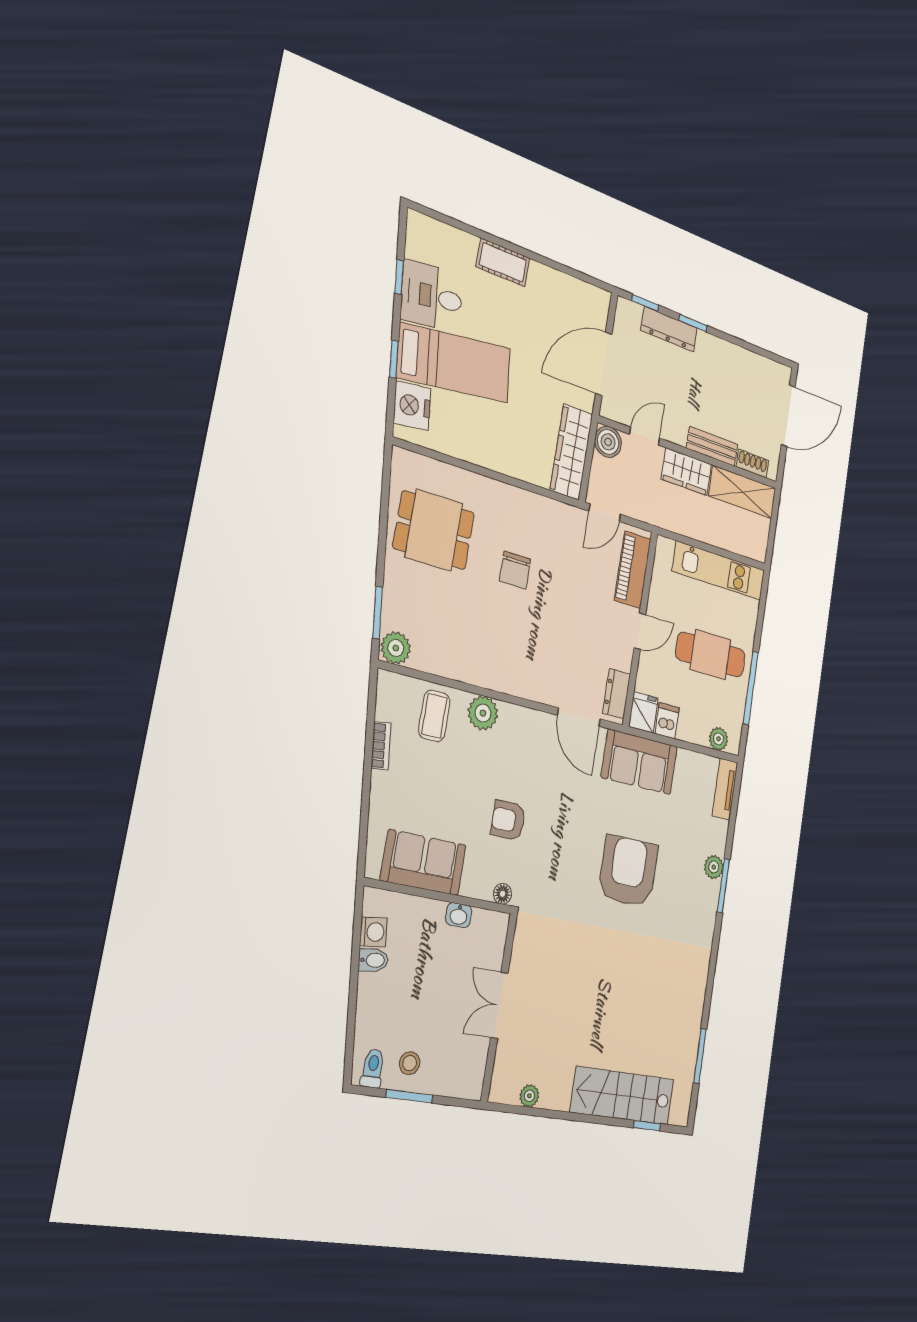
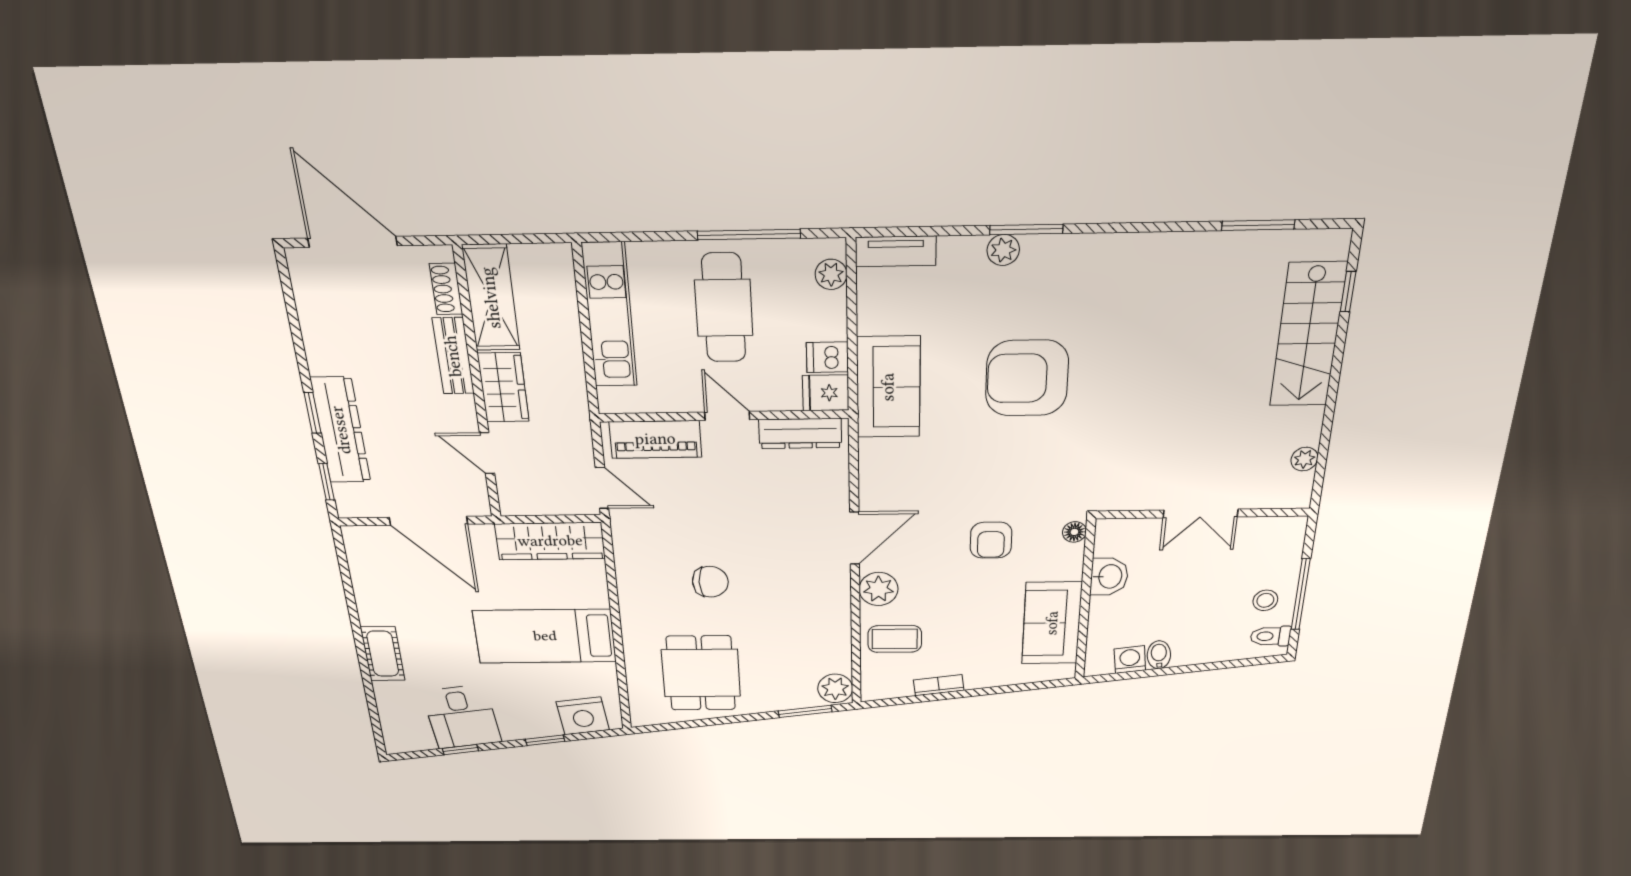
dresser: (669, 329) -> (341, 430), width x1.37, depth x1.24
bed: (454, 363) -> (545, 636), moved, turned -83
boiler: (608, 442) -> (517, 499), removed
dresser: (617, 694) -> (800, 434), width x1.44
door: (579, 717) -> (855, 538), moved
washbasin: (459, 915) -> (1109, 576), width x1.38, depth x1.45
window: (409, 1096) -> (1301, 594), width x1.44

